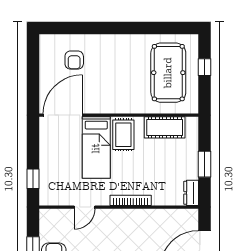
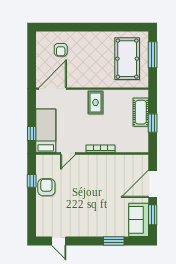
window: (204, 67) -> (153, 55), width x2.17
cot: (165, 127) -> (141, 112), moved, turned 90
bed: (96, 148) -> (46, 131), moved, turned 180
dresser: (191, 193) -> (143, 143), removed

